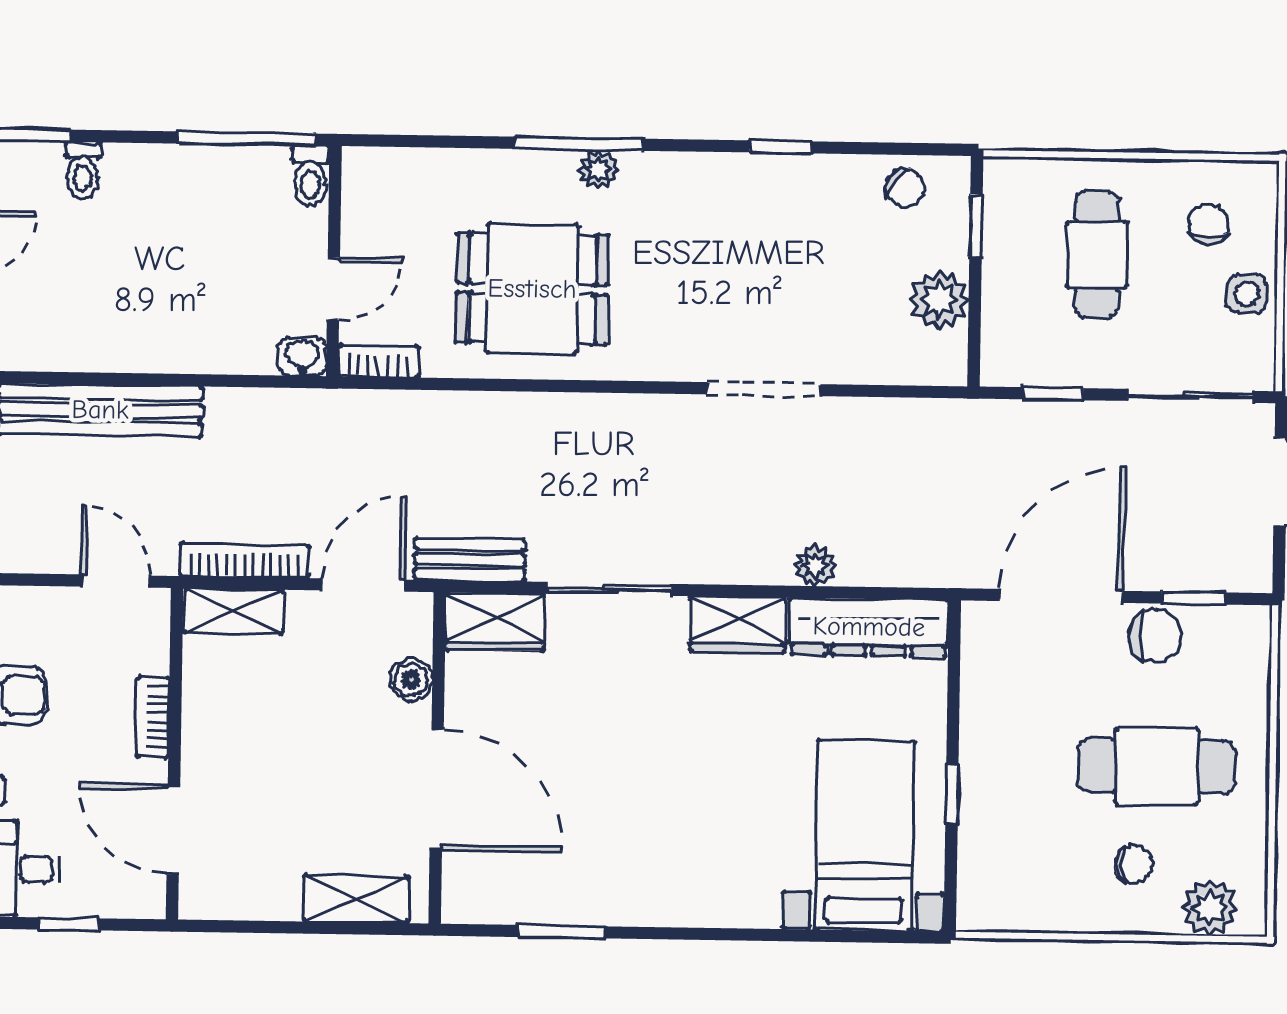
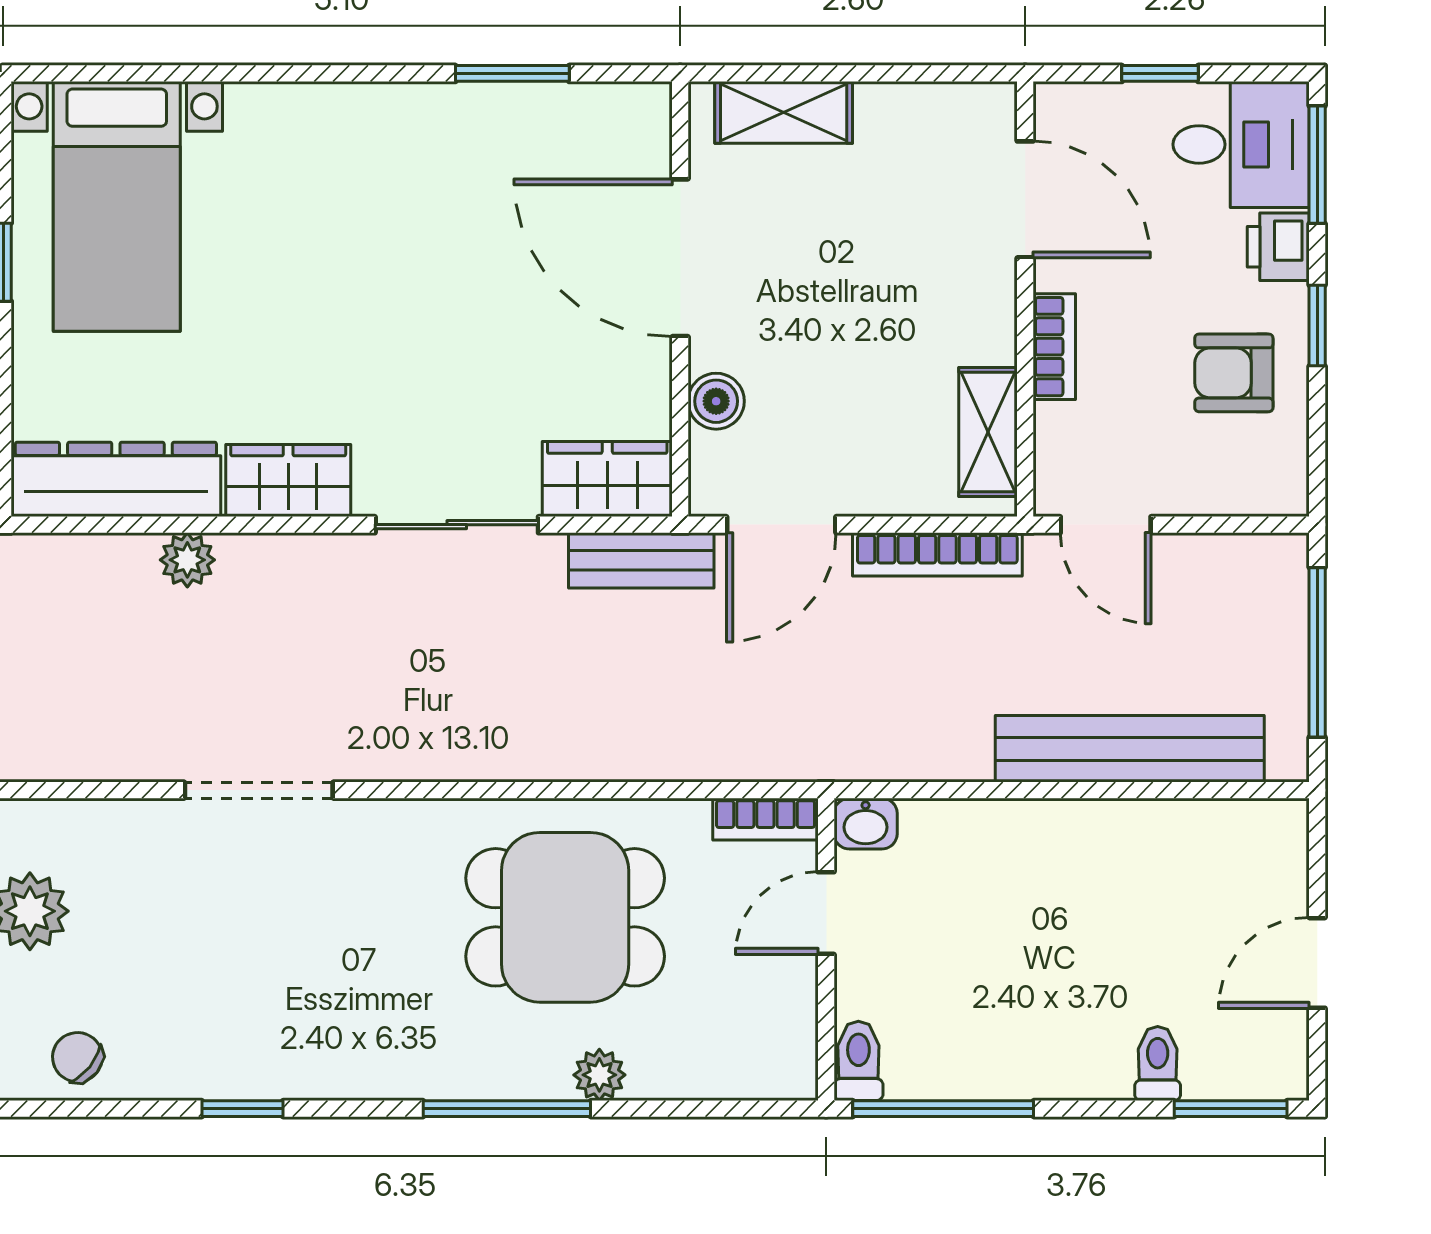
plant: (598, 170) -> (599, 1075), moved
shelving: (233, 611) -> (988, 432), moved, turned 90

